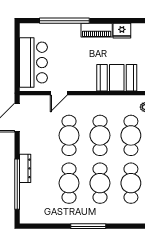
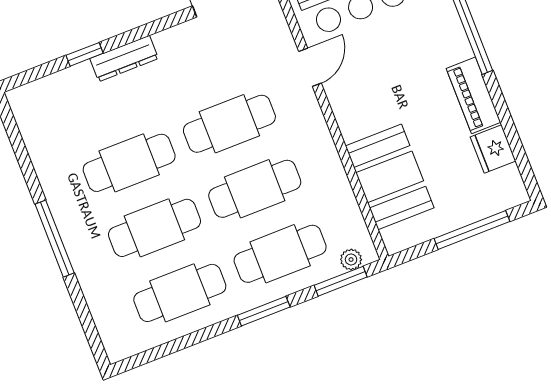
door: (59, 93) -> (310, 67), swing flipped
window: (17, 184) -> (85, 54), width x0.32

